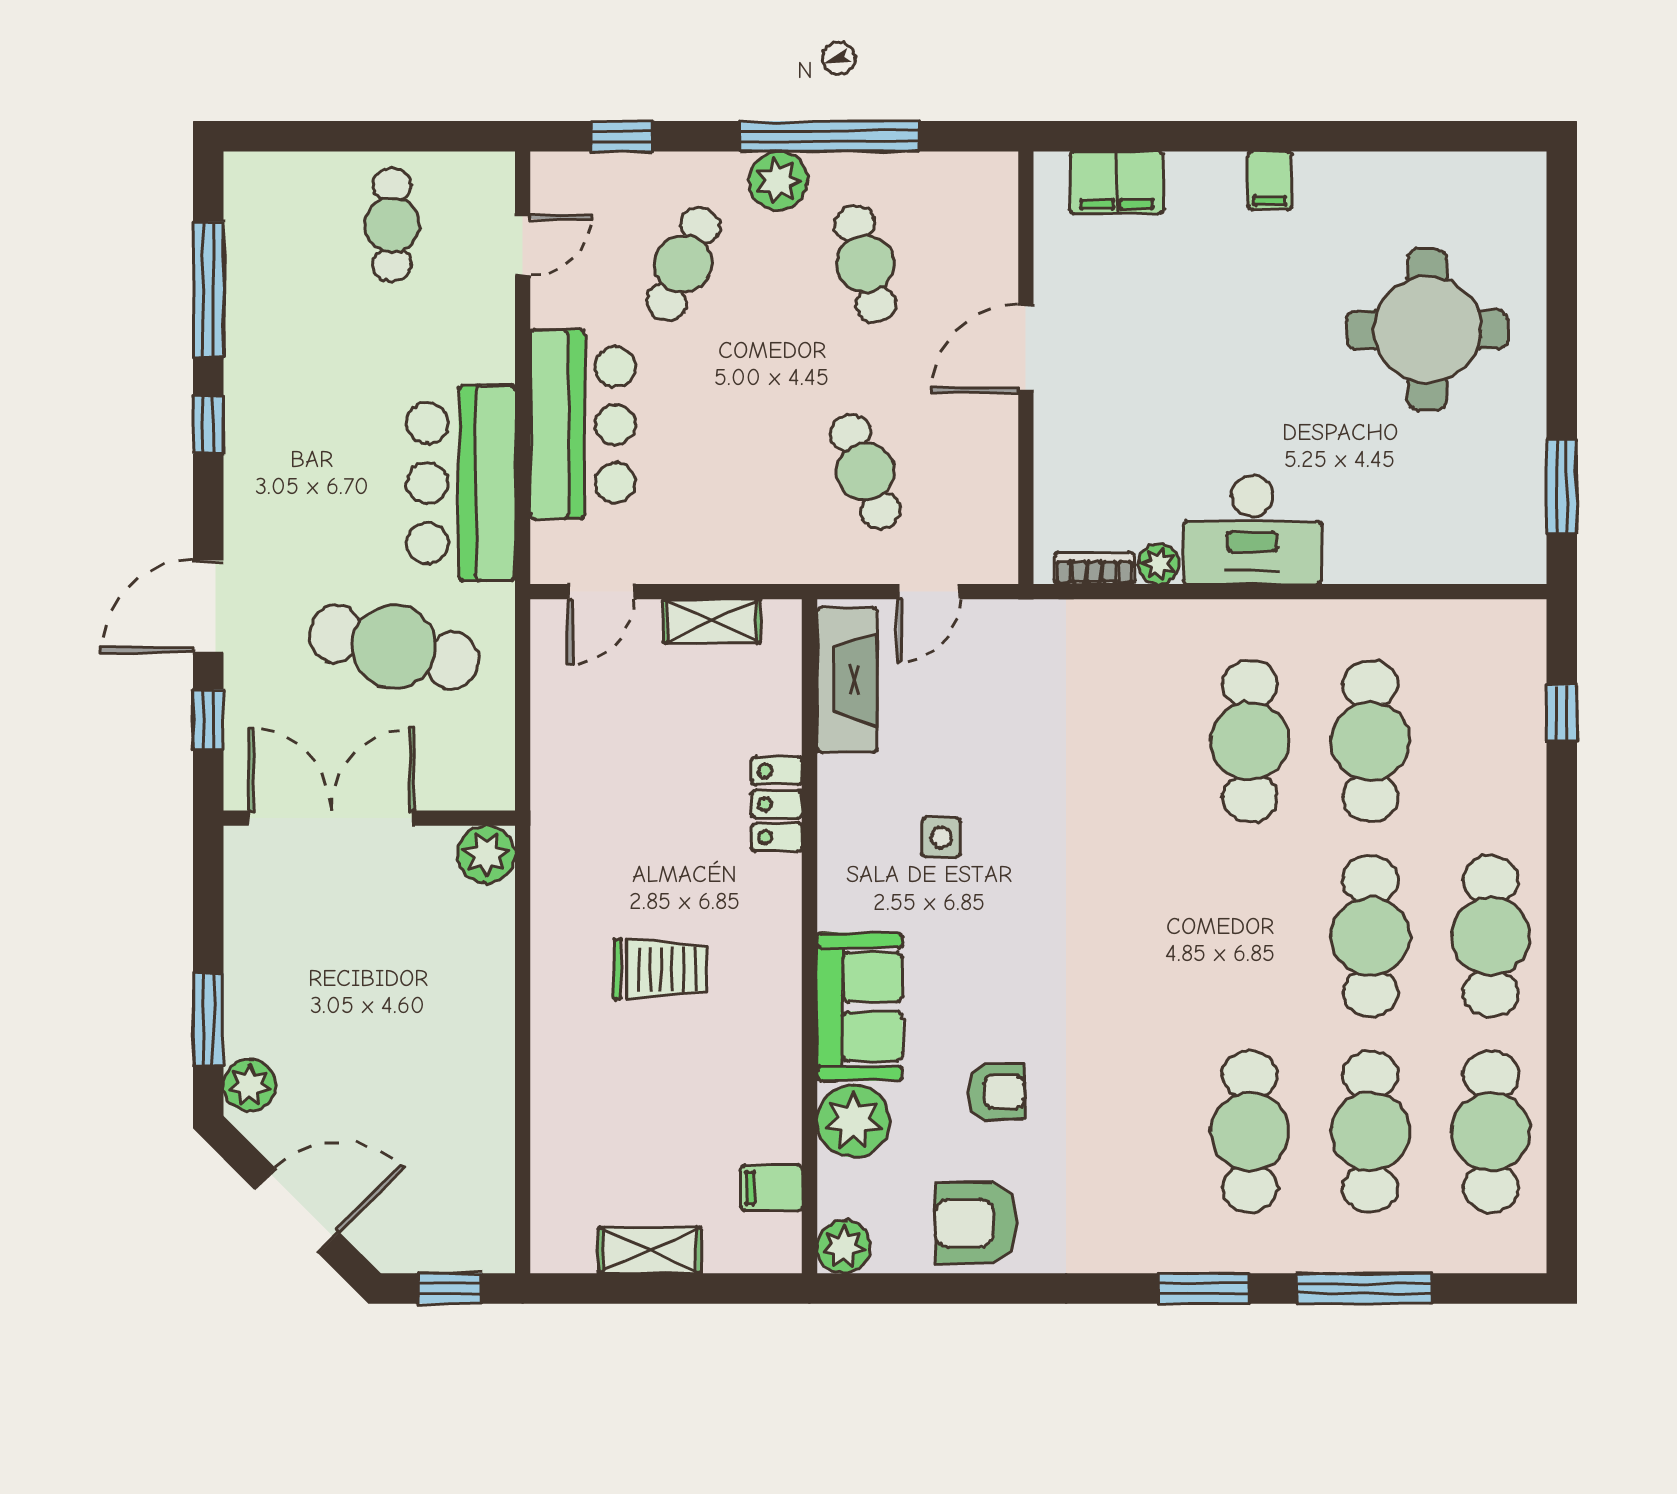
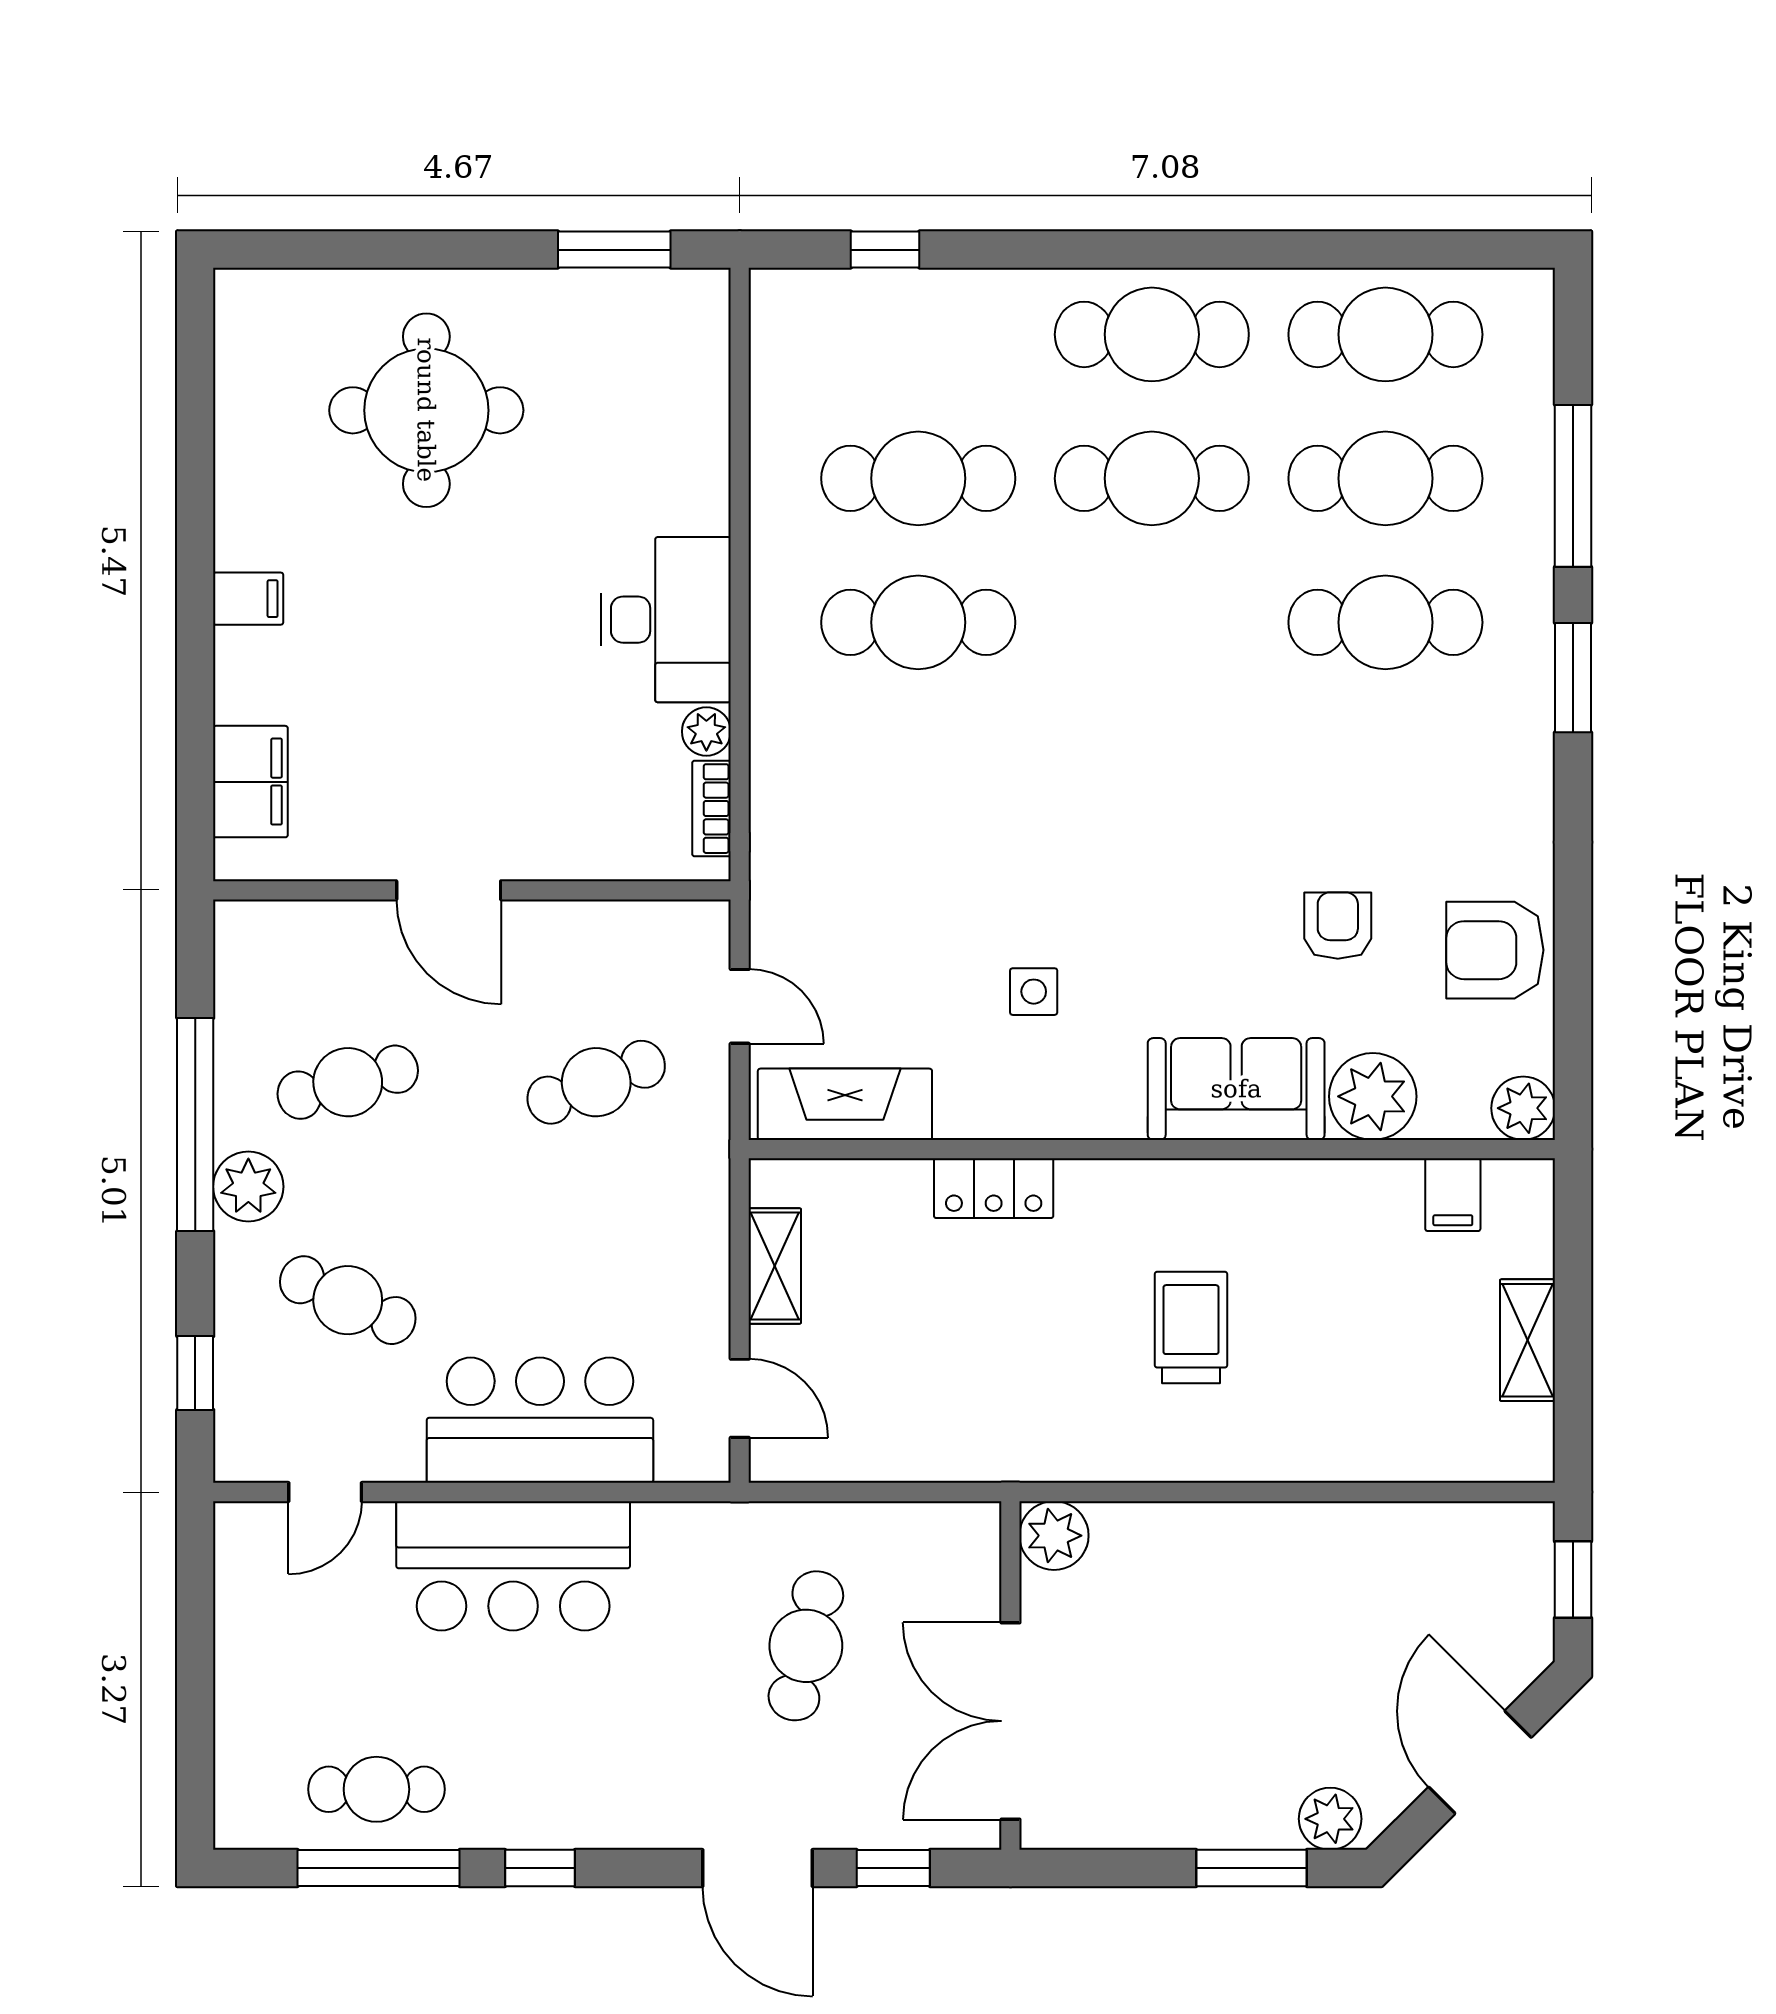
cafe table: (392, 225) -> (376, 1789), moved
door: (523, 245) -> (325, 1492), swing flipped
bar counter: (461, 483) -> (513, 1566), moved
cafe table: (394, 647) -> (806, 1646), width x0.73, depth x0.74
armchair: (976, 1223) -> (1495, 950), turned 90

